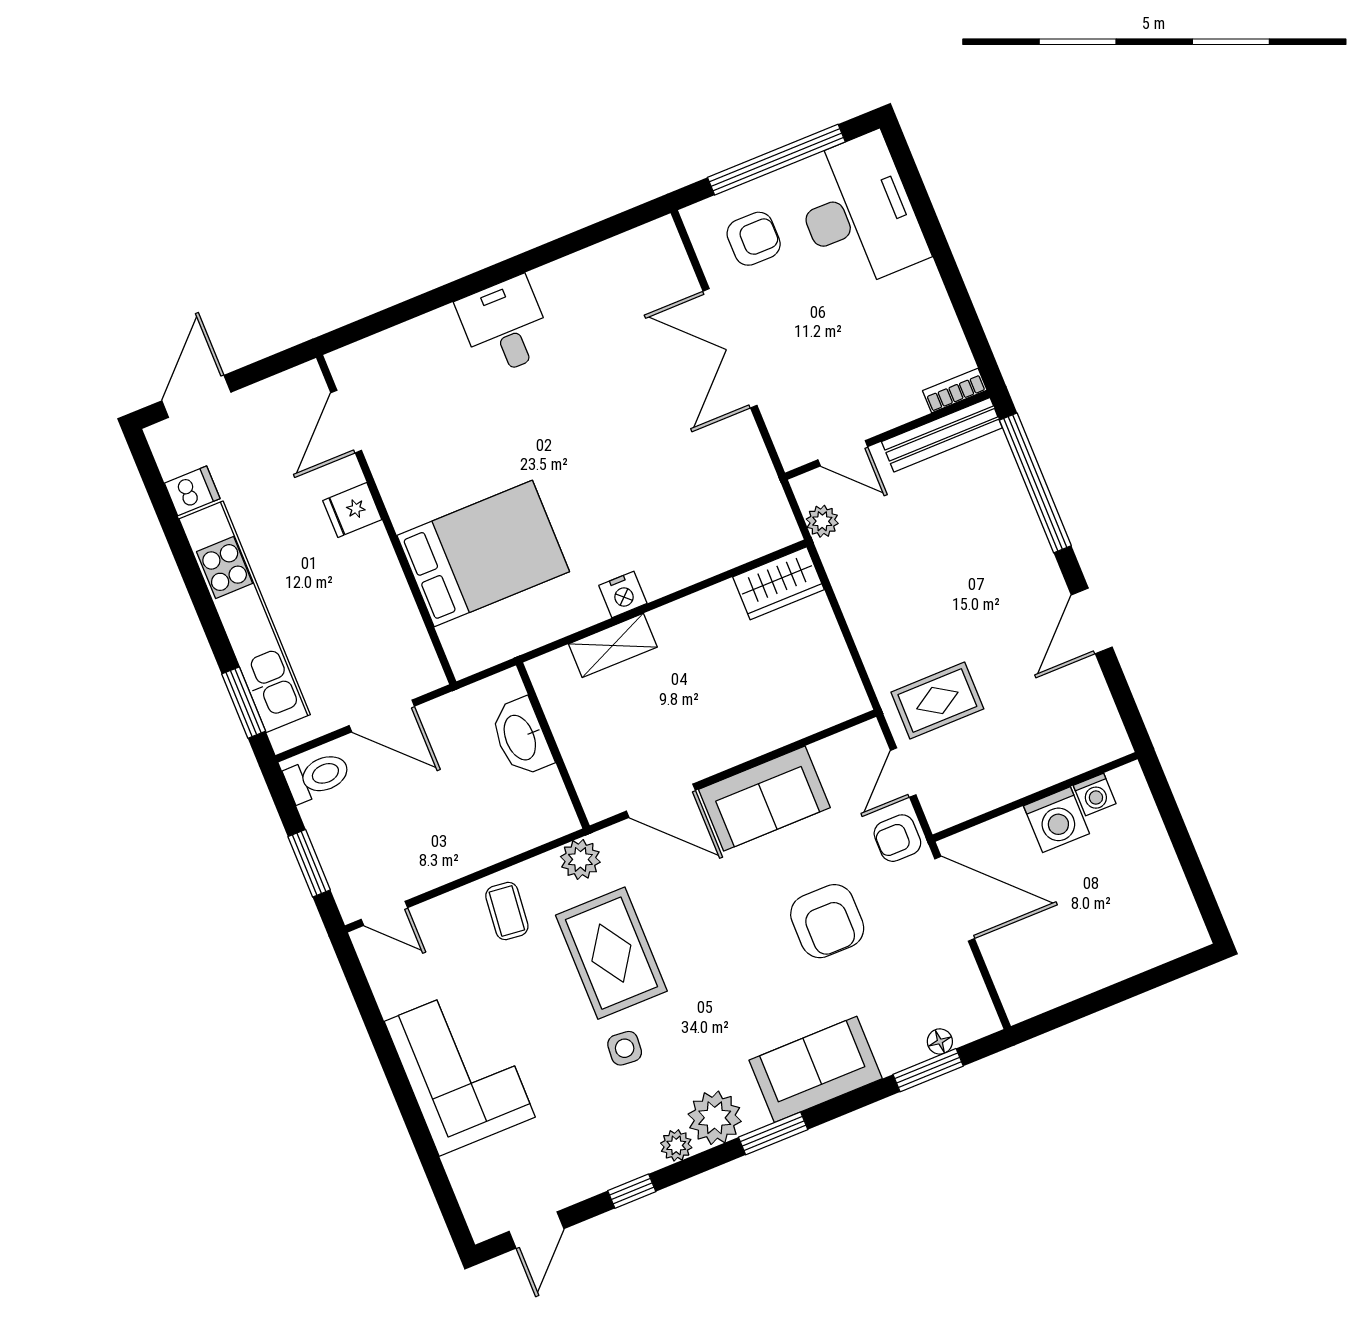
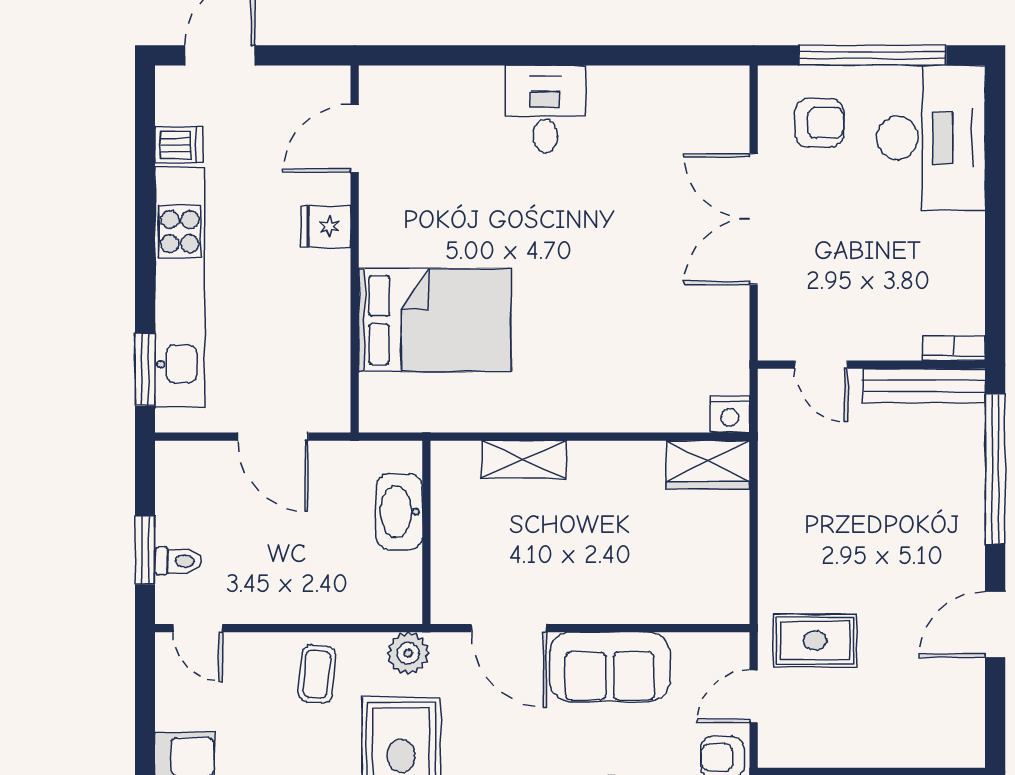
plant: (822, 521) -> (775, 422), removed
nightstand: (623, 594) -> (730, 414), moved
toilet: (317, 777) -> (178, 561), moved, width x0.73, depth x0.72

